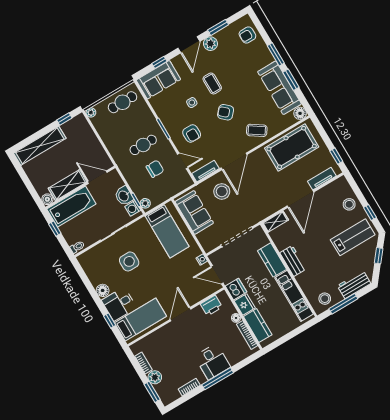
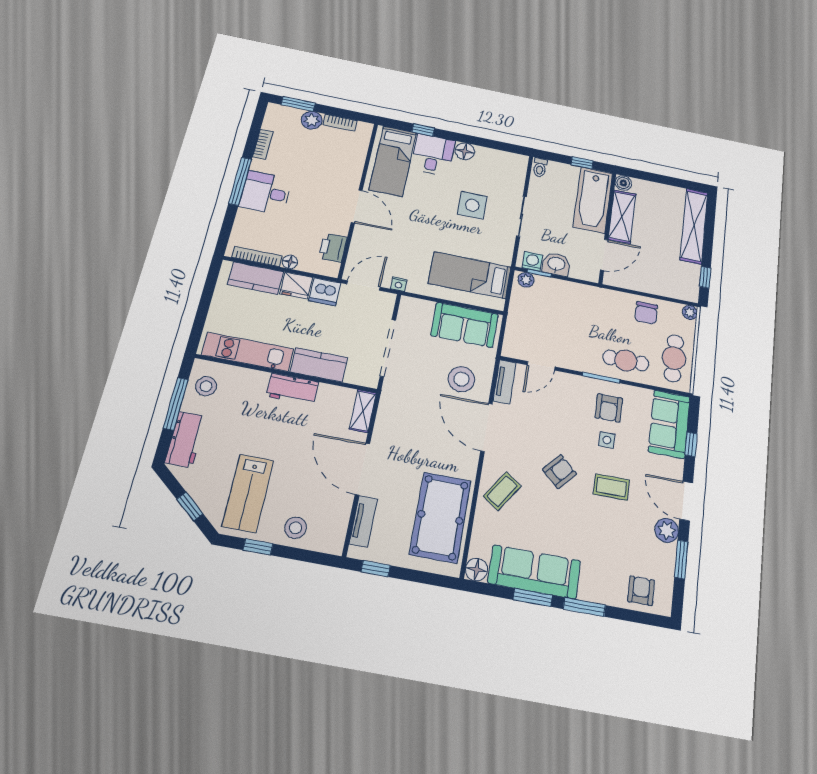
armchair: (192, 133) -> (609, 408), moved, turned -90
cafe table: (143, 145) -> (626, 360), moved, turned 90
chair: (155, 169) -> (646, 313), moved

